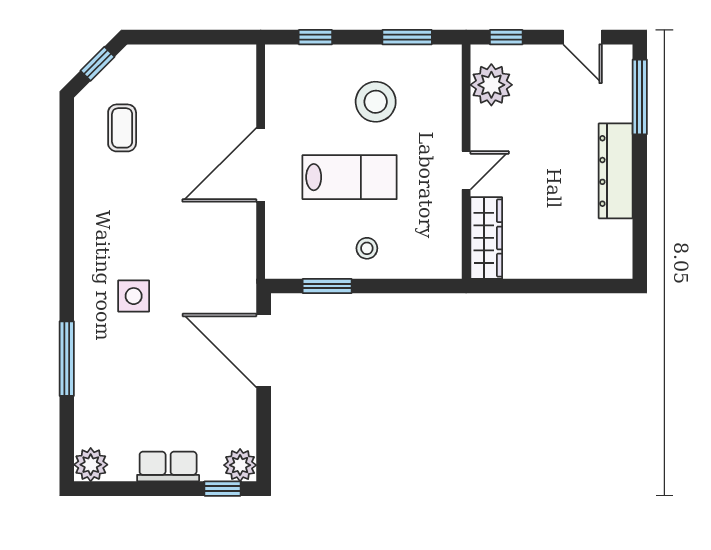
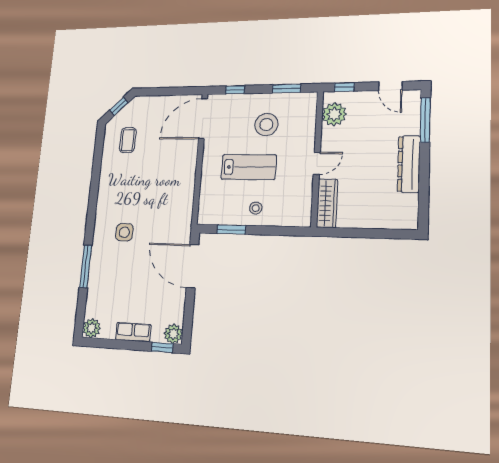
door: (261, 165) -> (203, 119), moved

